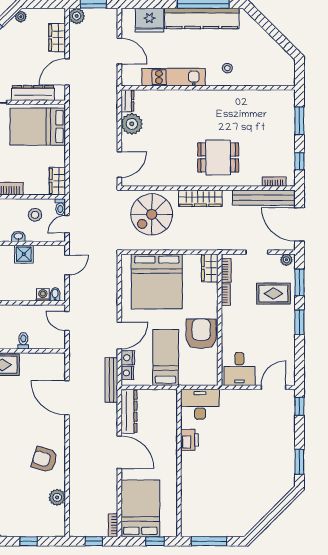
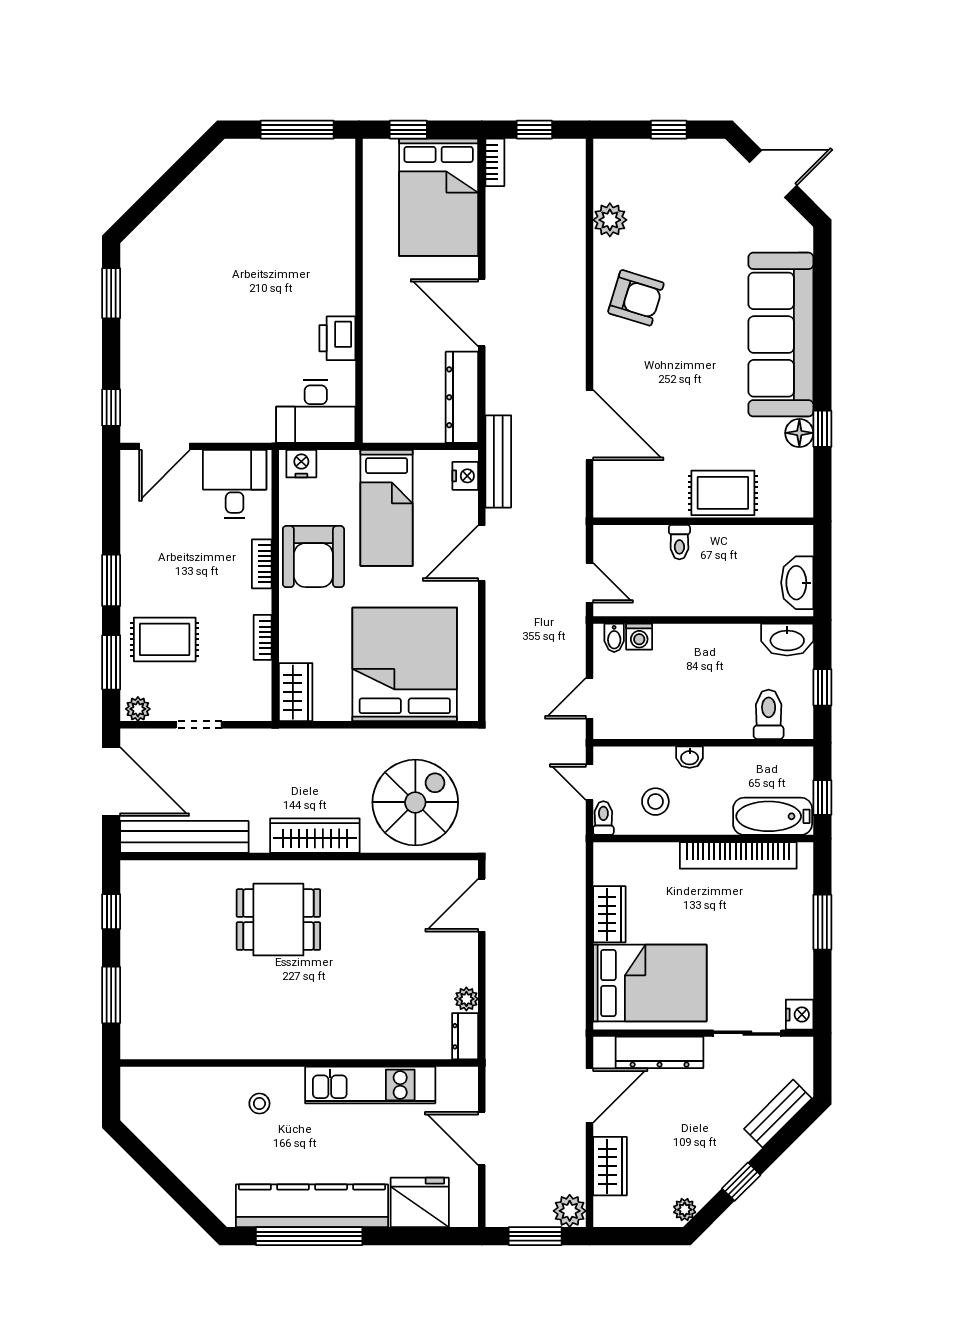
plant: (132, 124) -> (466, 999), width x0.53, depth x0.53
wardrobe: (57, 181) -> (609, 914), moved
bookcase: (274, 182) -> (163, 870), removed
door: (67, 224) -> (589, 782), swing flipped
shower: (24, 254) -> (678, 720), removed
bookcase: (226, 271) -> (262, 564), moved
nightstand: (128, 358) -> (301, 464), moved, turned -90

